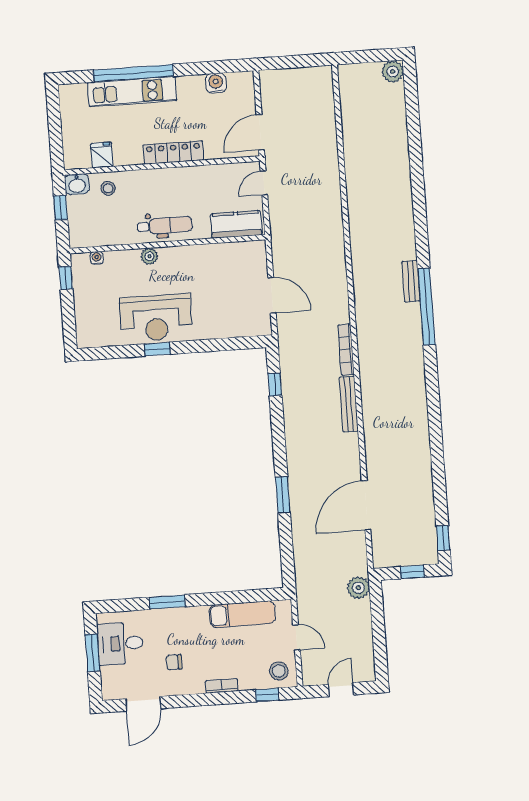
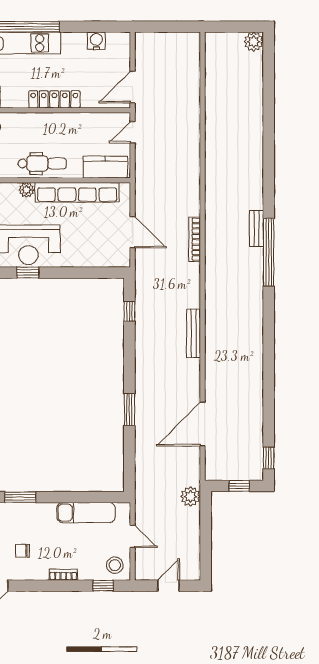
row of seats: (207, 255) -> (77, 192), added
bookcase: (346, 350) -> (195, 239), moved

